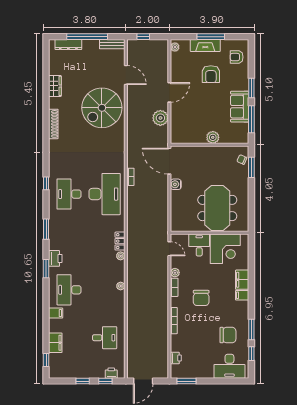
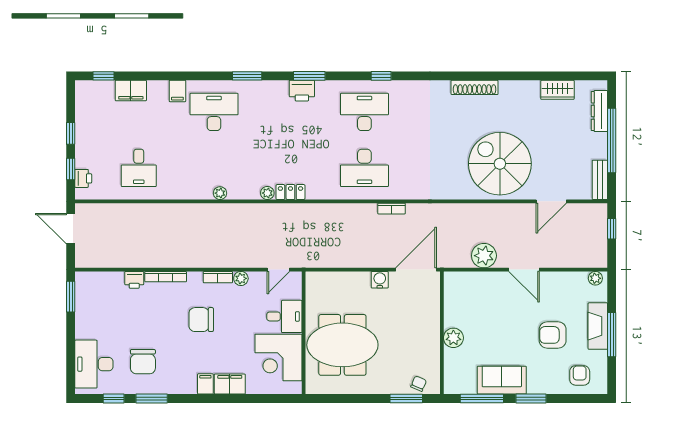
wardrobe: (55, 86) -> (557, 90), moved
desk: (105, 194) -> (364, 168), width x0.73, depth x0.77
printer: (55, 258) -> (302, 91), moved
printer: (176, 358) -> (134, 280), moved

